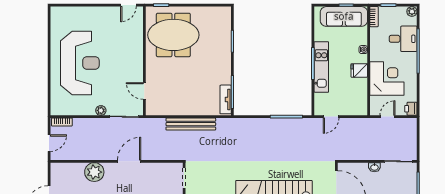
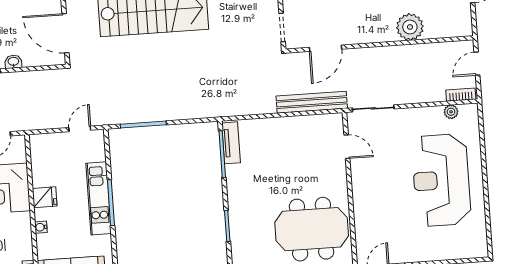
plant: (101, 110) -> (451, 112), moved
bench: (191, 124) -> (312, 102), moved
door: (129, 161) -> (326, 48), moved

